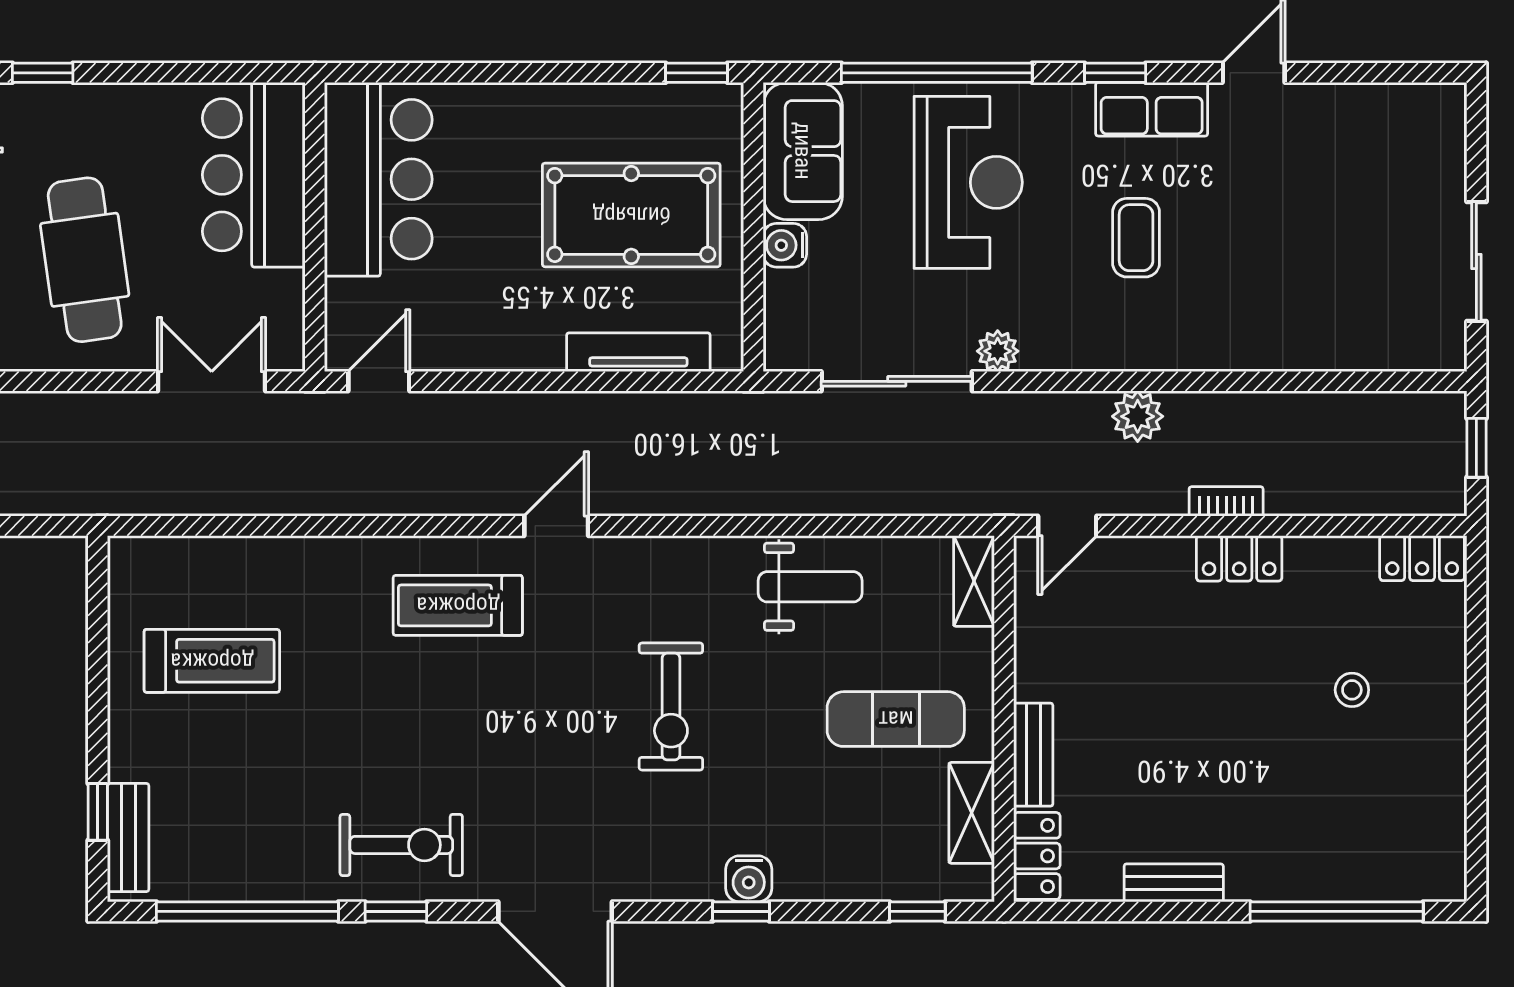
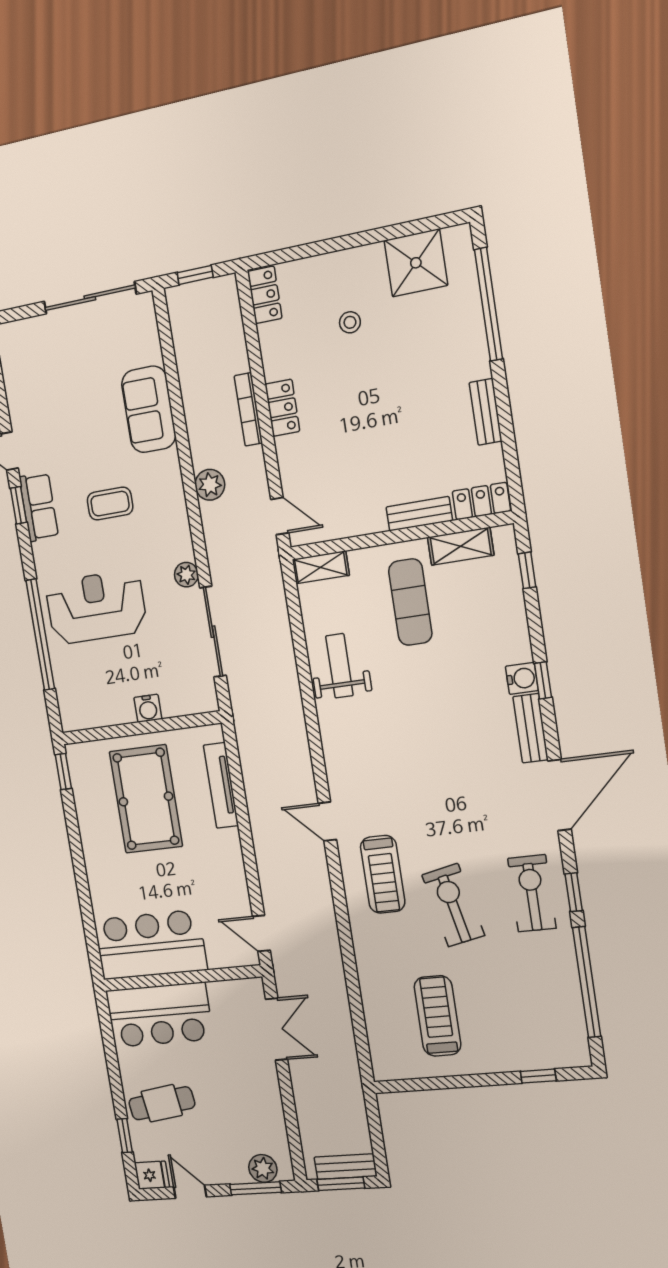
window: (1115, 73) -> (18, 505), moved
sofa: (803, 151) -> (149, 409), moved, turned -90
cafe table: (85, 260) -> (162, 1103), moved, width x0.73, depth x0.74
sliding door: (1476, 261) -> (90, 298), width x1.37
double door: (212, 381) -> (277, 1029), swing flipped
bookcase: (1226, 501) -> (248, 409), width x1.56
exercise bike: (671, 707) -> (453, 905), moved, turned -102
shower: (1422, 808) -> (416, 263), added
bench: (128, 838) -> (531, 728), moved, turned 90

